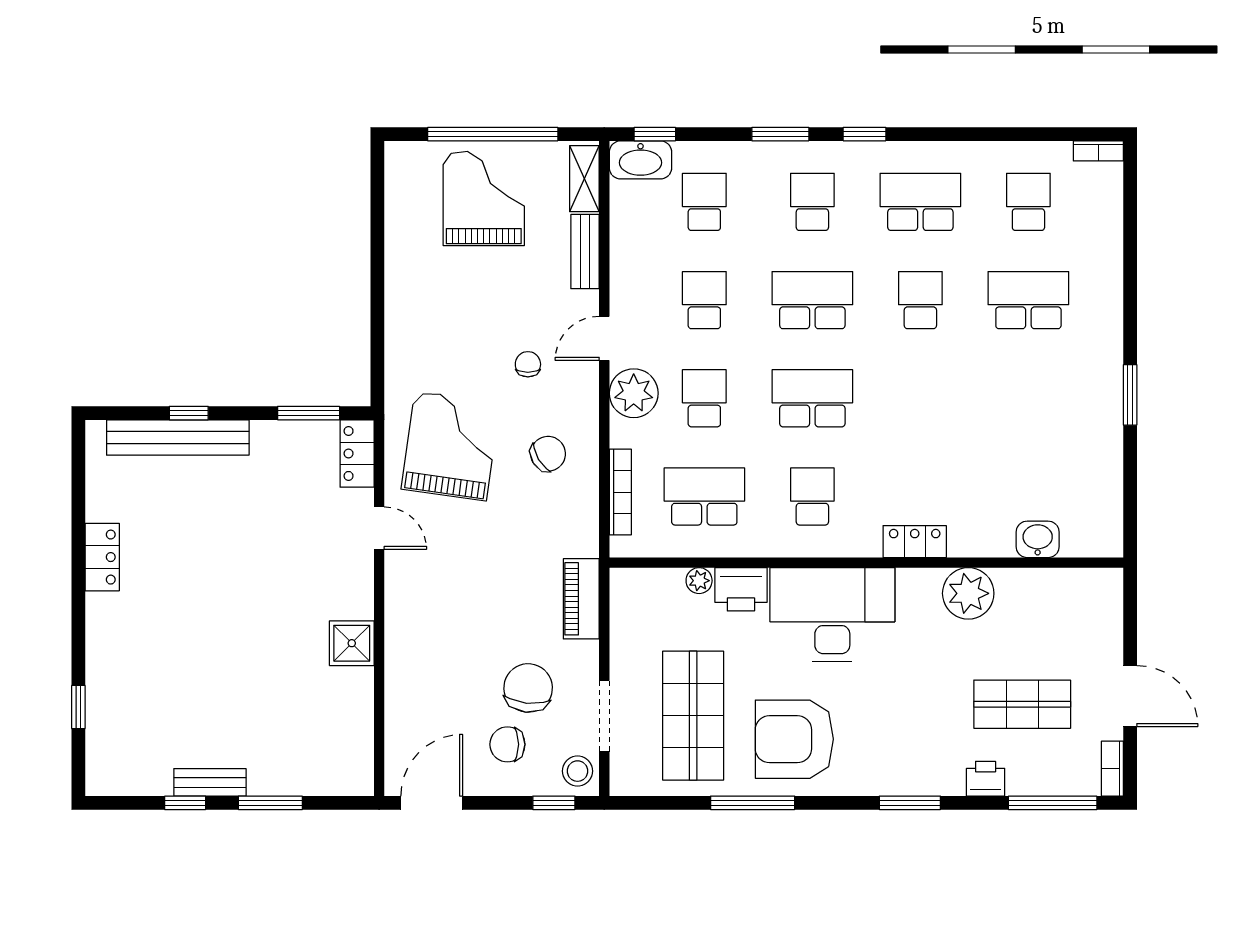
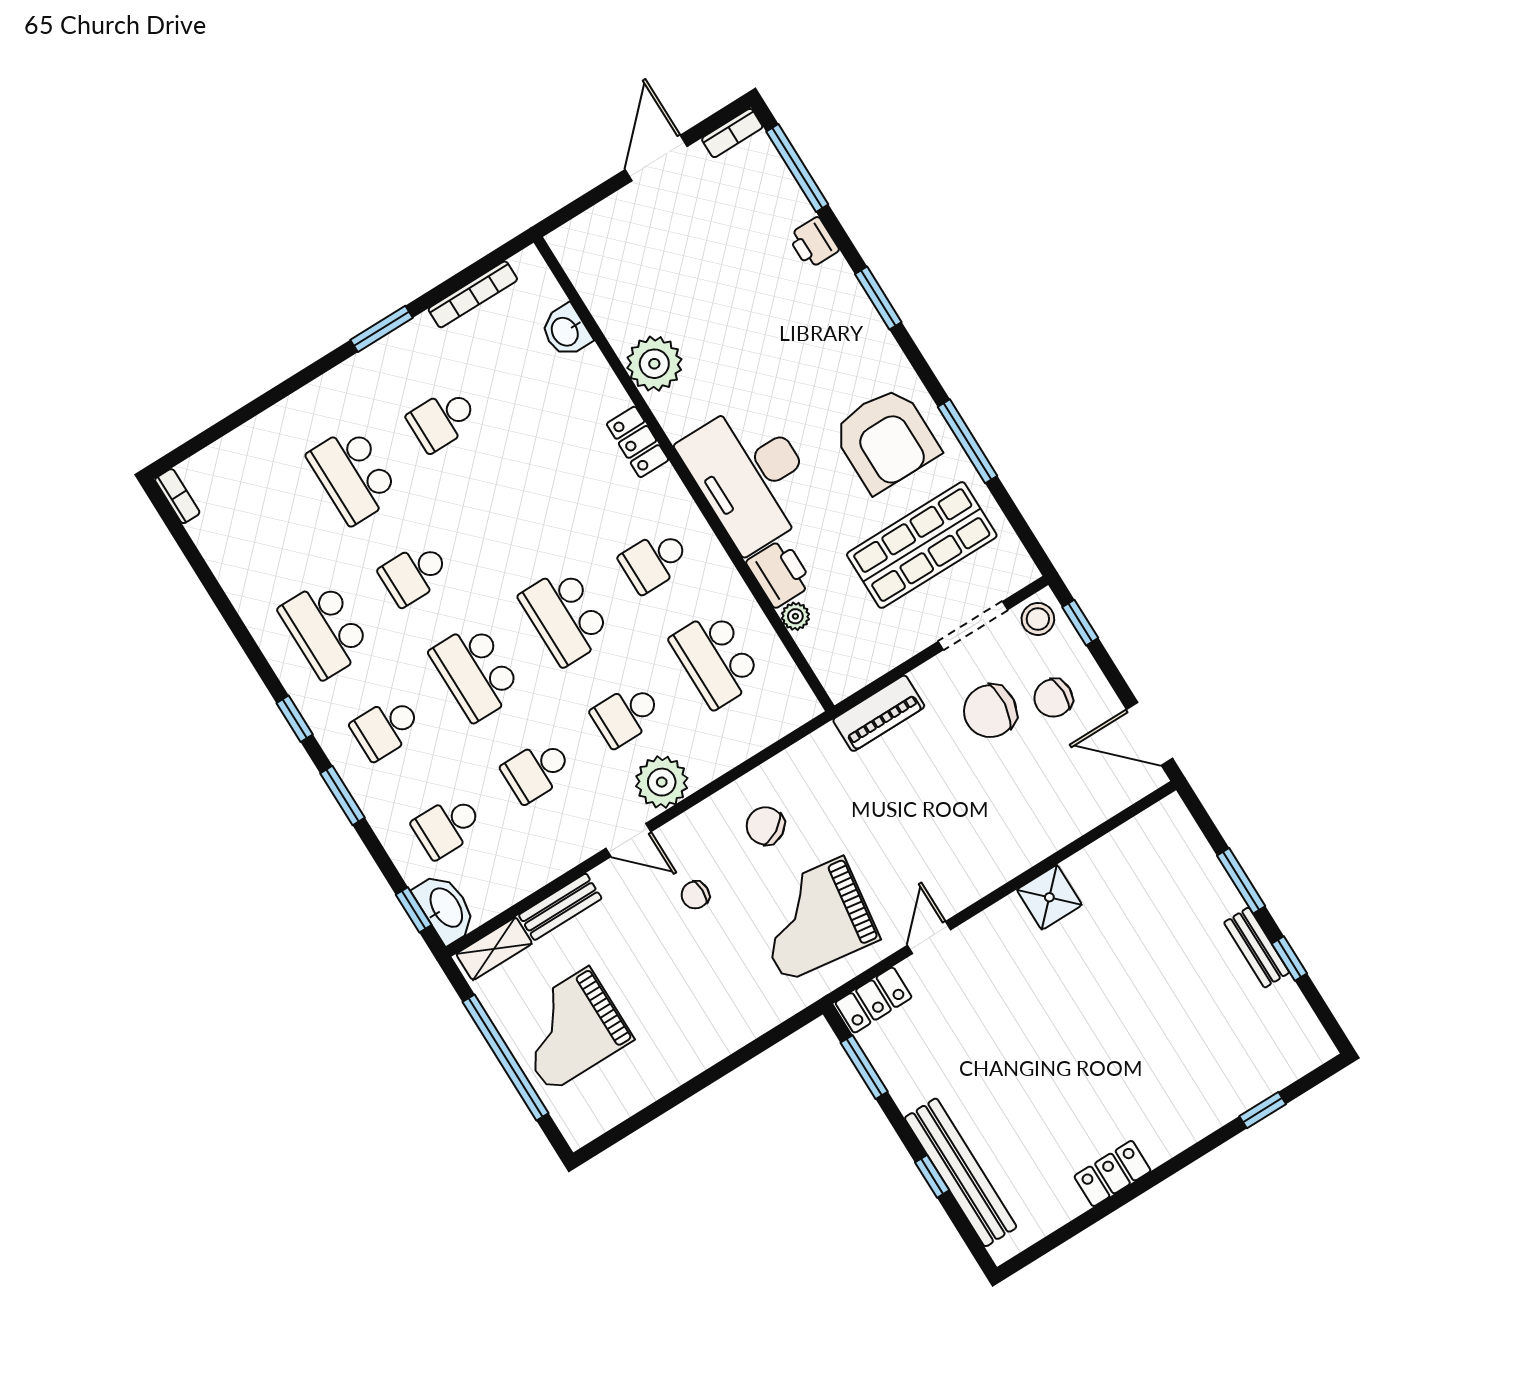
school desk: (1028, 202) -> (442, 420), moved
bookcase: (620, 492) -> (473, 294), moved, turned 180
shop shelf: (1022, 704) -> (725, 252), removed
chair: (507, 744) -> (1053, 698), turned 90

